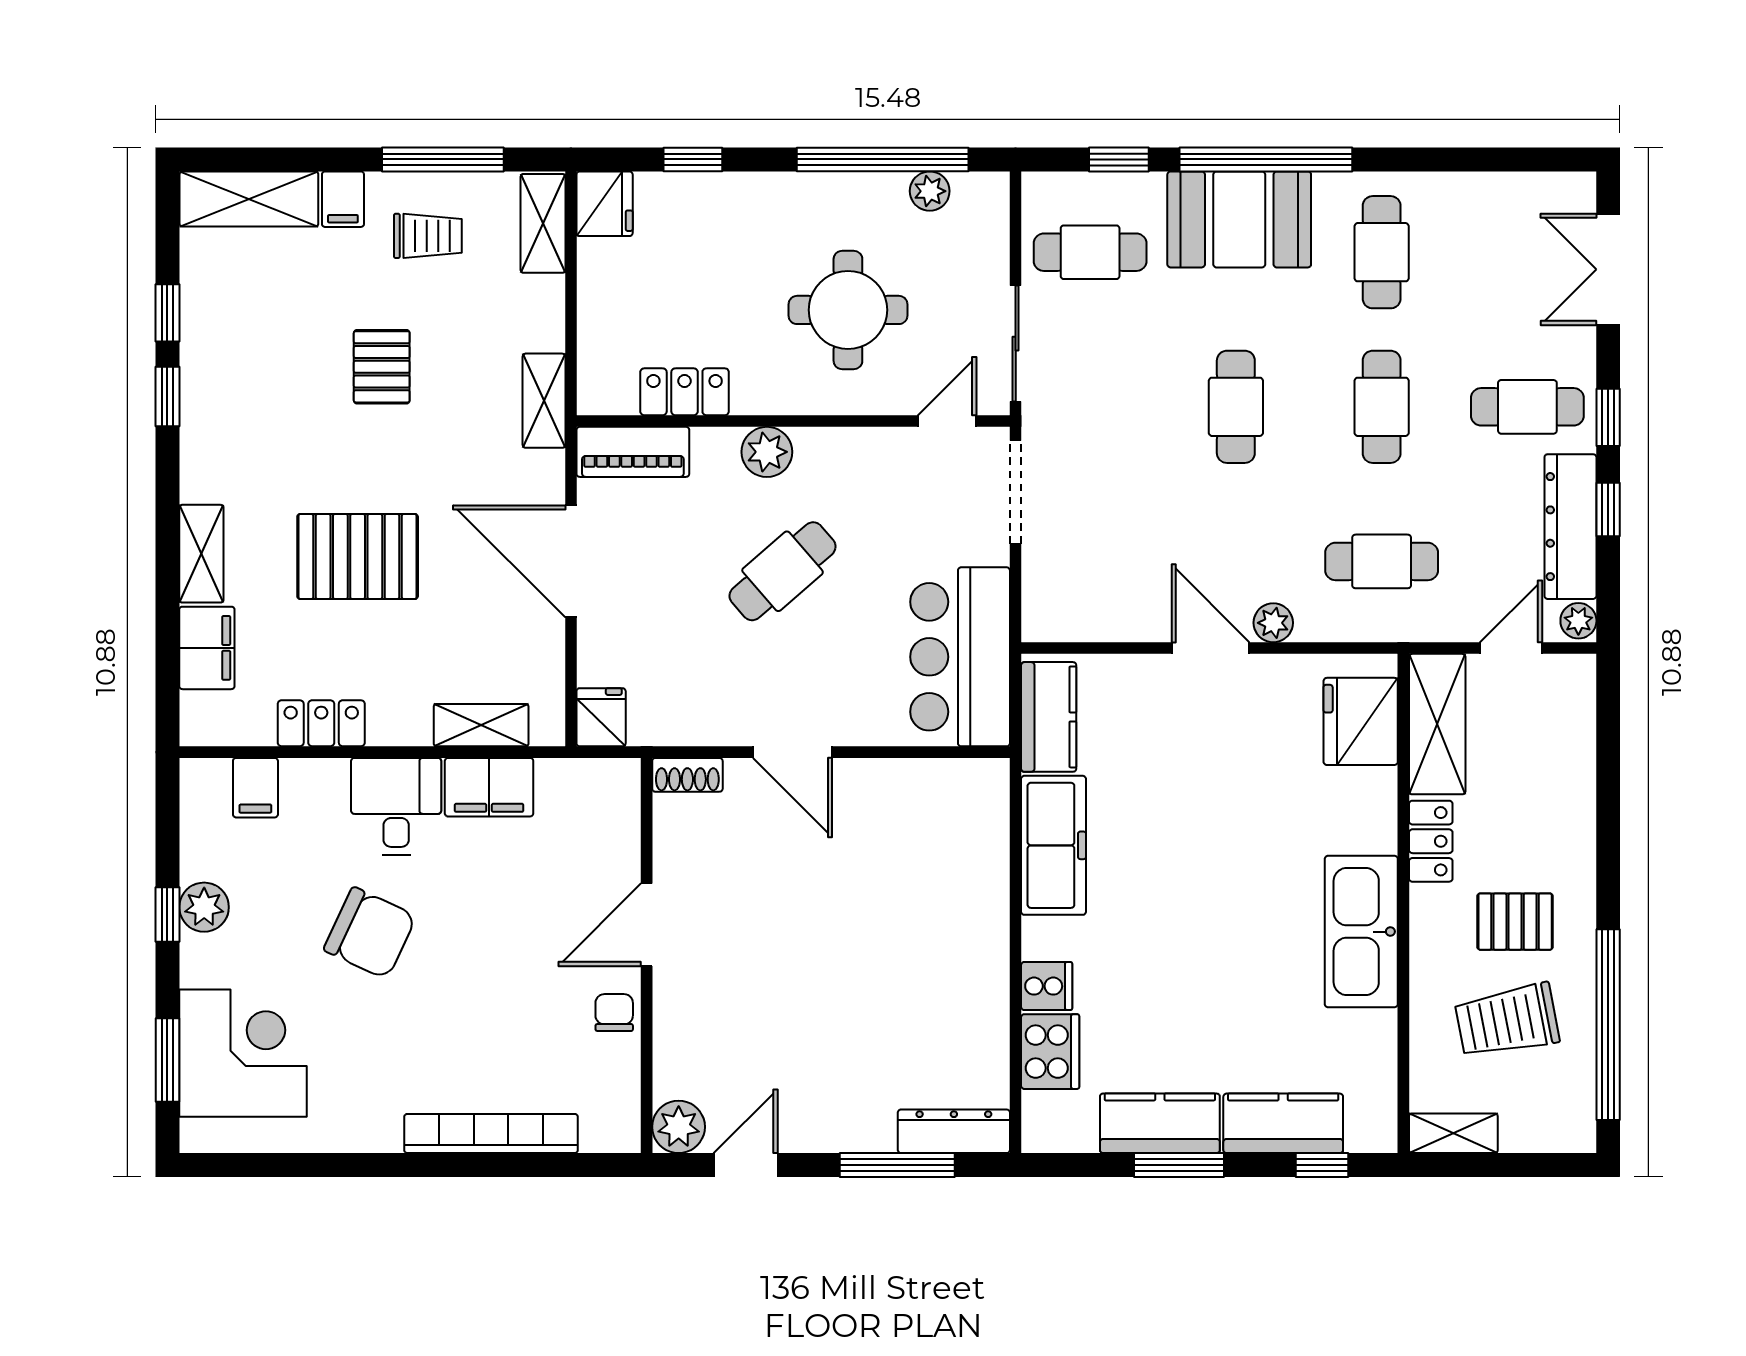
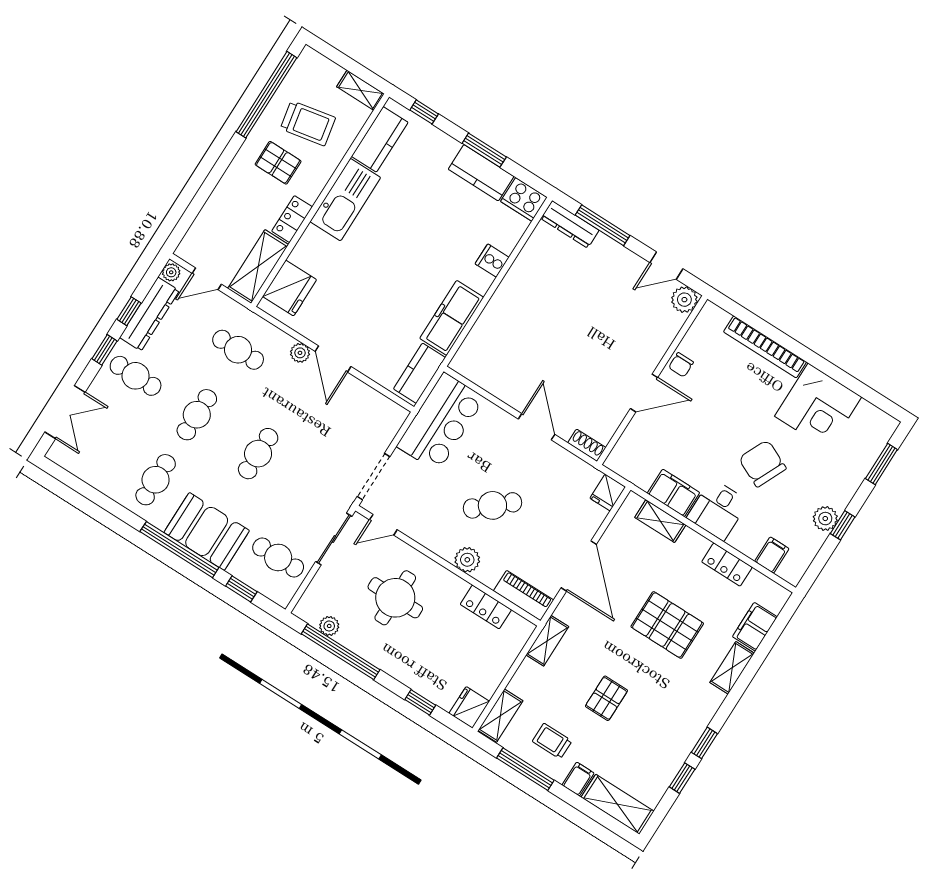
cooker: (1050, 1052) -> (524, 199), moved, turned -90
corner desk: (243, 1053) -> (818, 407), moved, turned -90
kitchen counter: (1283, 1123) -> (380, 139), moved, turned -90

